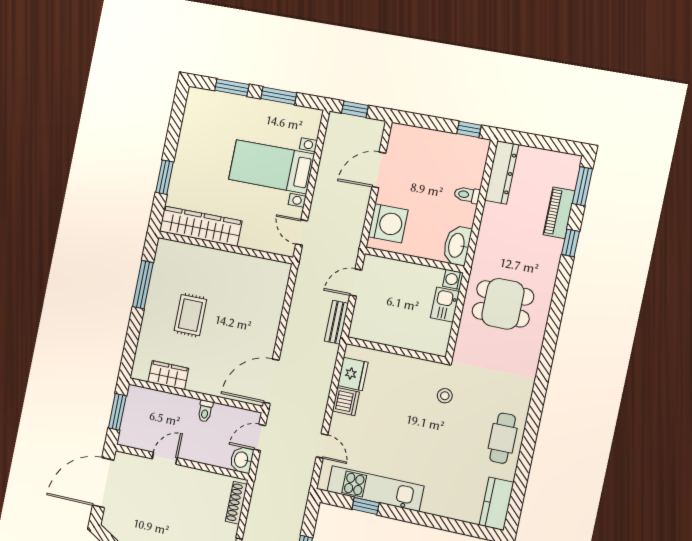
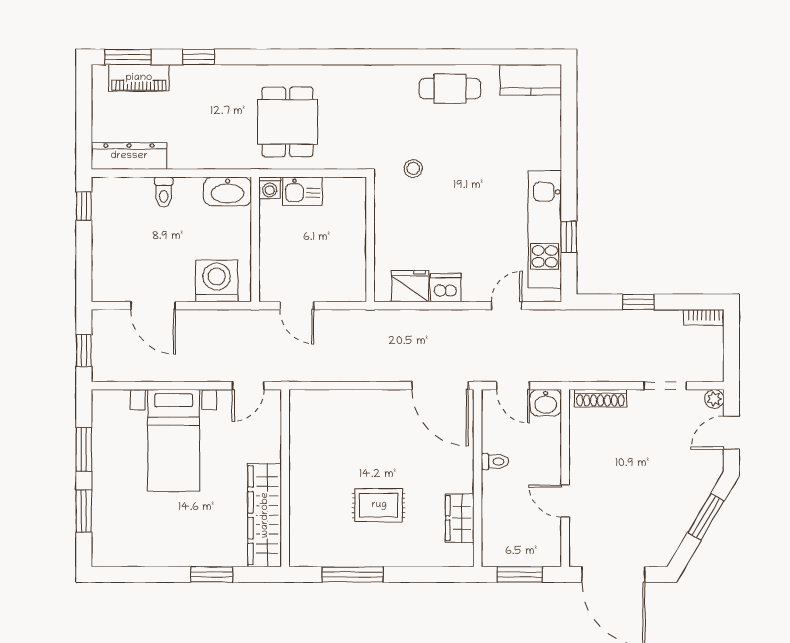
piano: (559, 213) -> (139, 78), moved
bench: (336, 322) -> (350, 320), removed

